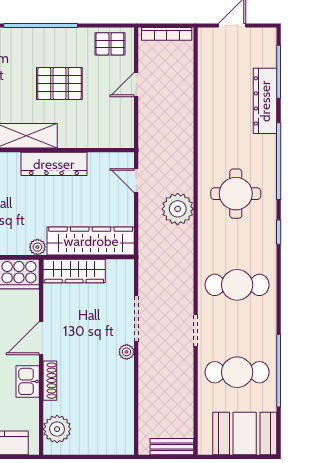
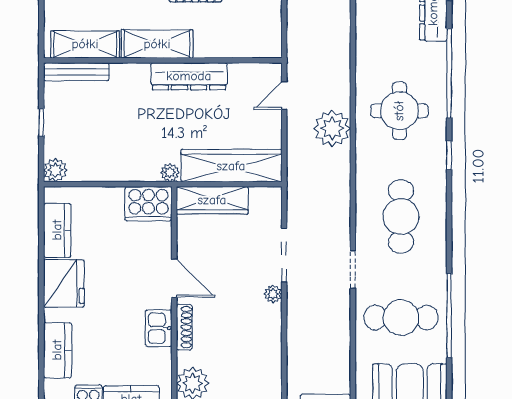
door: (136, 181) -> (284, 96), hinge flipped
cafe table: (237, 285) -> (401, 216), turned 90
door: (41, 338) -> (174, 278), swing flipped

